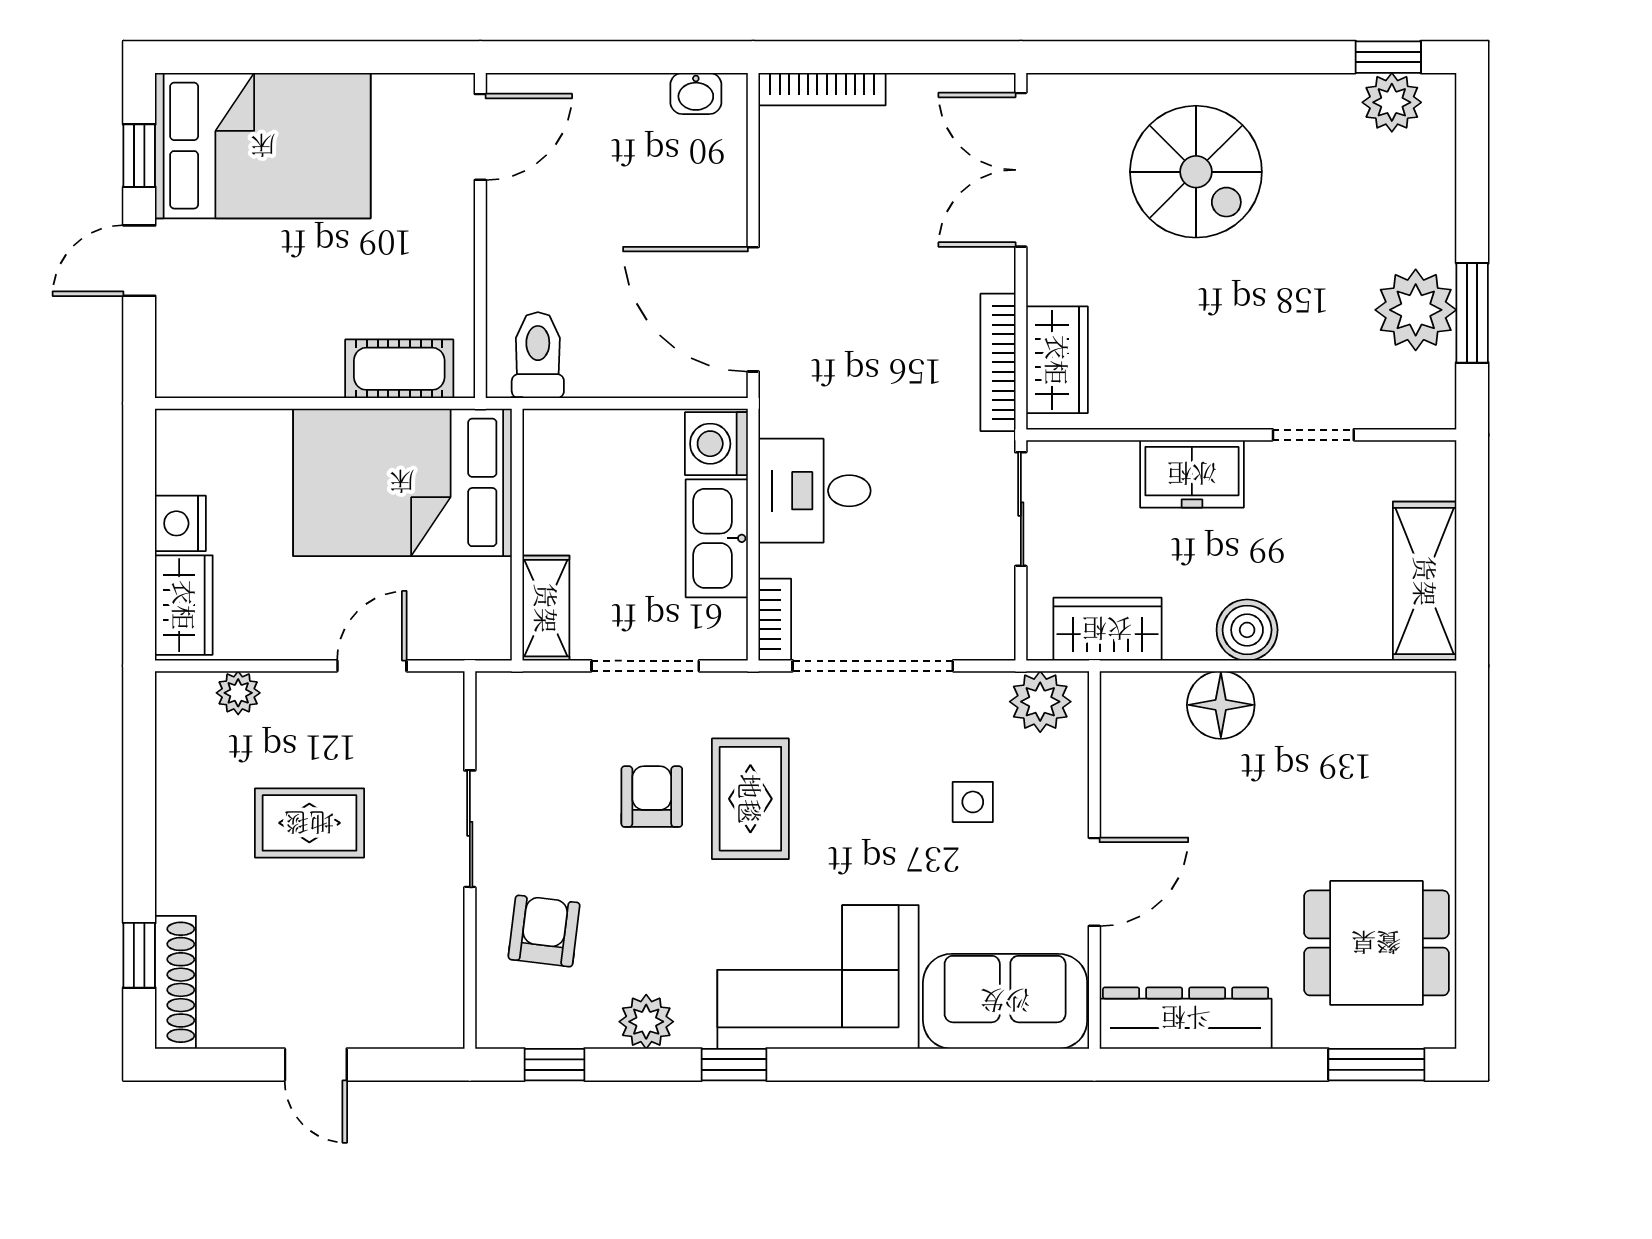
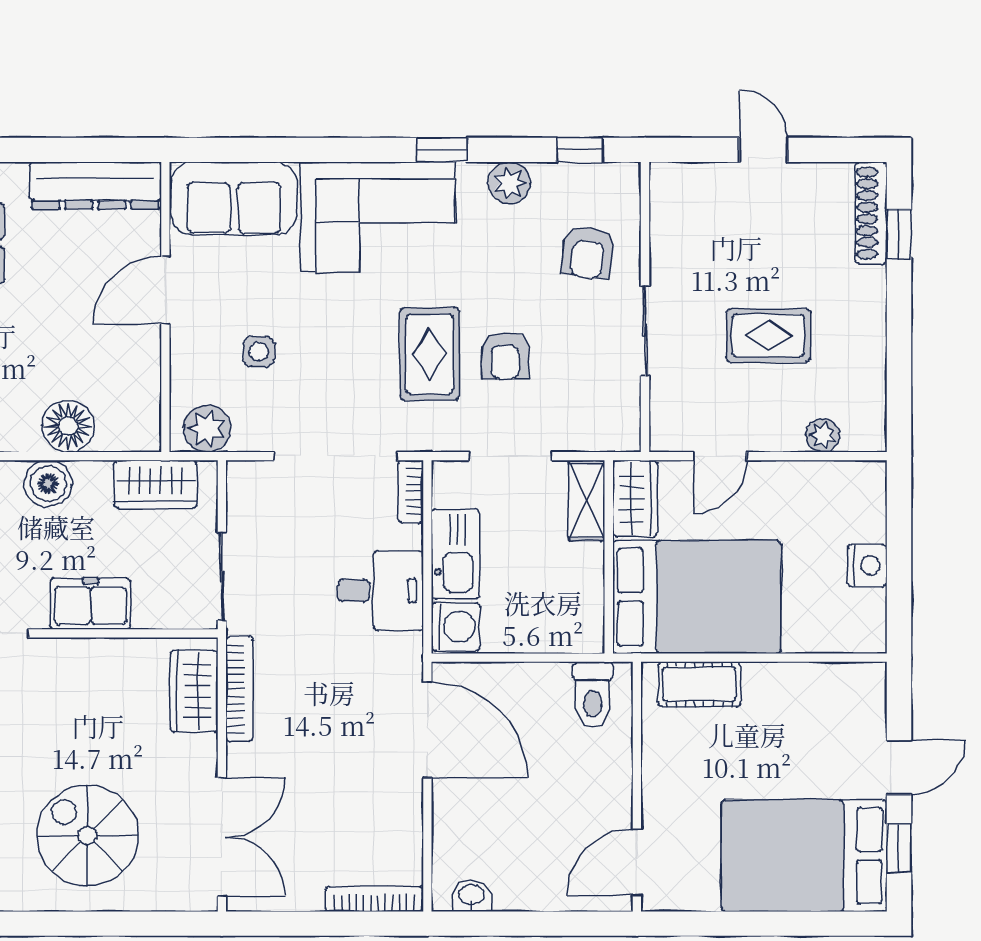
wardrobe: (184, 605) -> (635, 499), moved, turned 180

